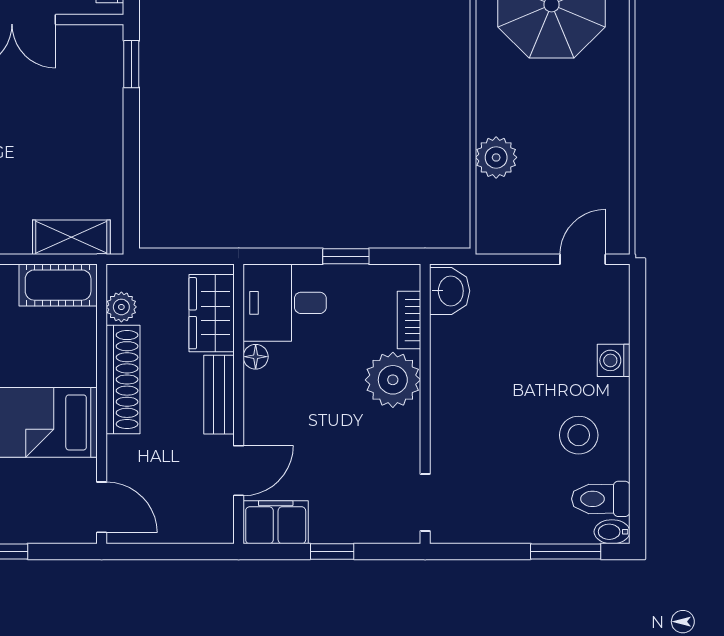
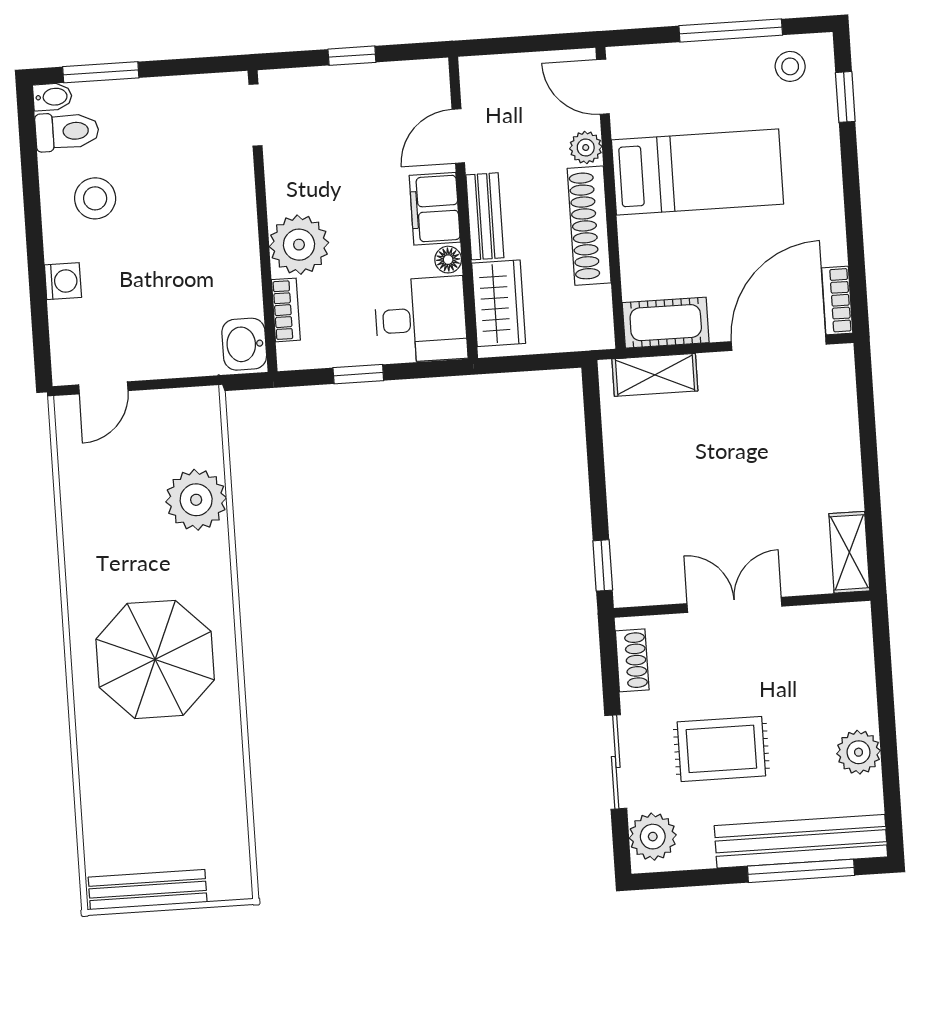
plant: (496, 157) -> (196, 500), width x1.36, depth x1.36
plant: (121, 307) -> (586, 147), moved
filing cabinet: (276, 522) -> (435, 209), moved, turned 90

